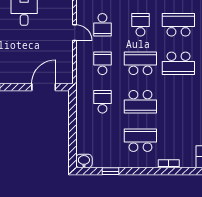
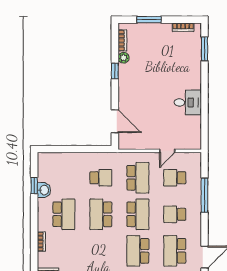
school desk: (140, 25) -> (175, 214), turned 180
school desk: (178, 25) -> (175, 251), turned 180
school desk: (102, 63) -> (138, 178), width x1.85
washbasin: (84, 161) -> (44, 190), moved

